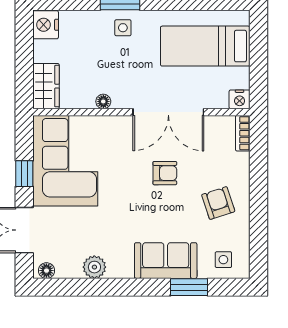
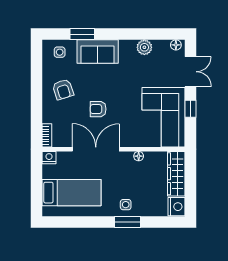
wardrobe: (46, 86) -> (176, 174), width x1.50

